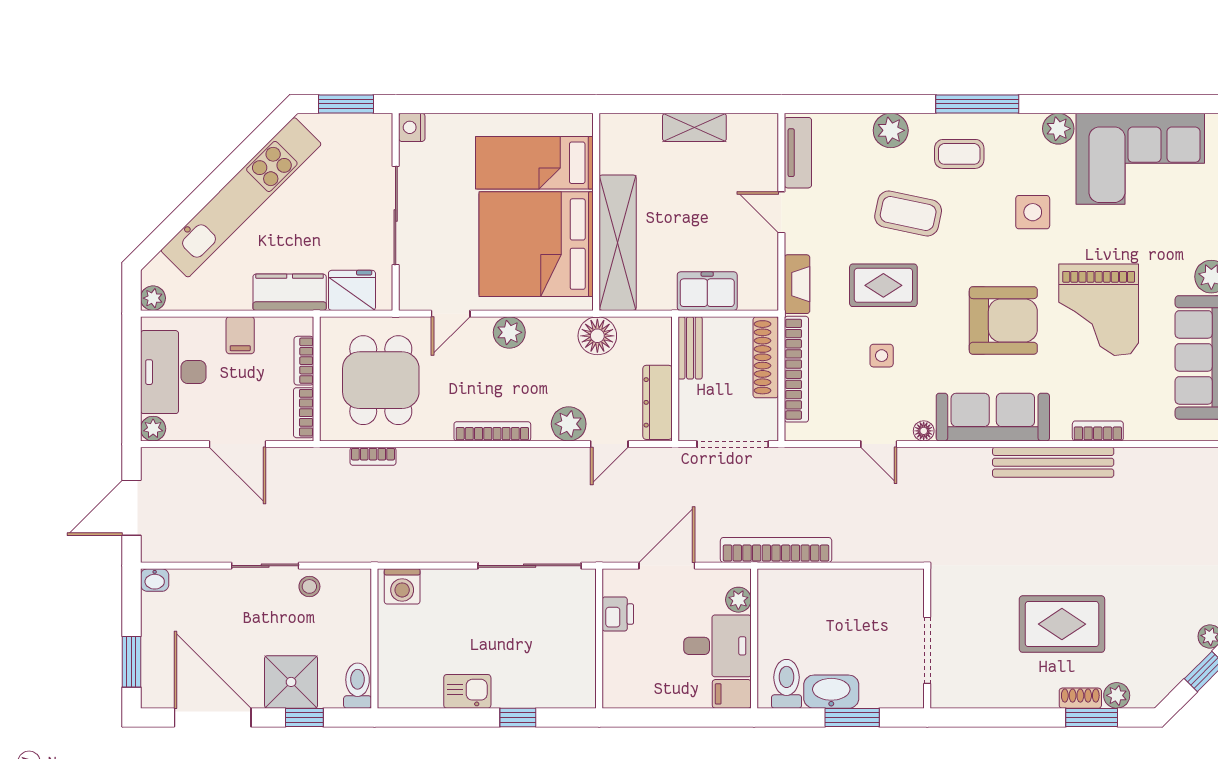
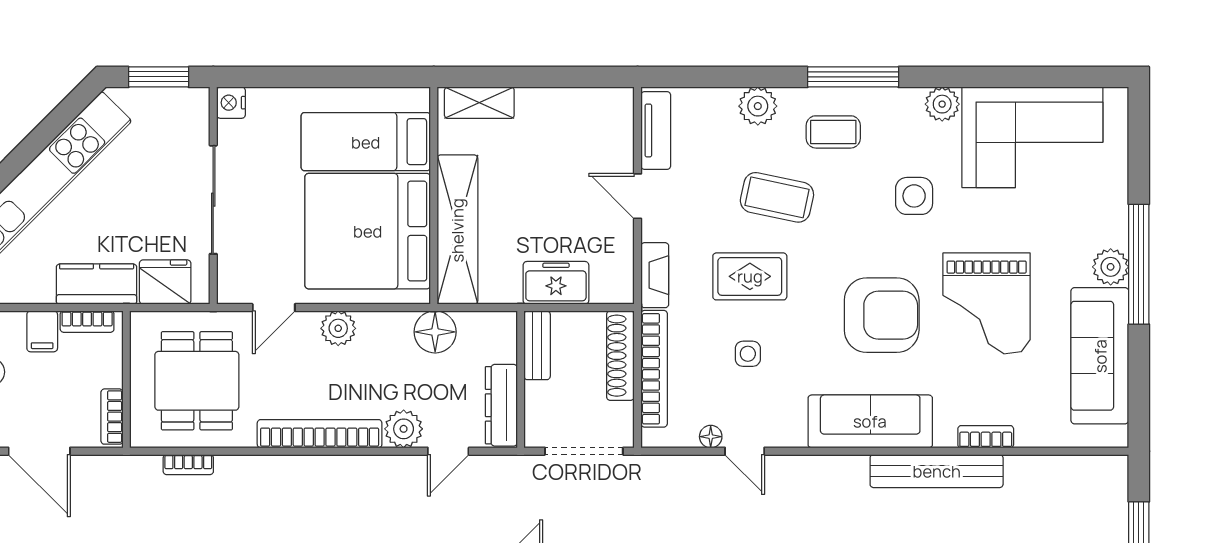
shelving: (694, 127) -> (479, 103), moved
bookcase: (304, 361) -> (87, 322), moved, turned -90
bookcase: (492, 431) -> (320, 434), width x1.48, depth x1.31
floor lamp: (924, 431) -> (711, 437), moved

